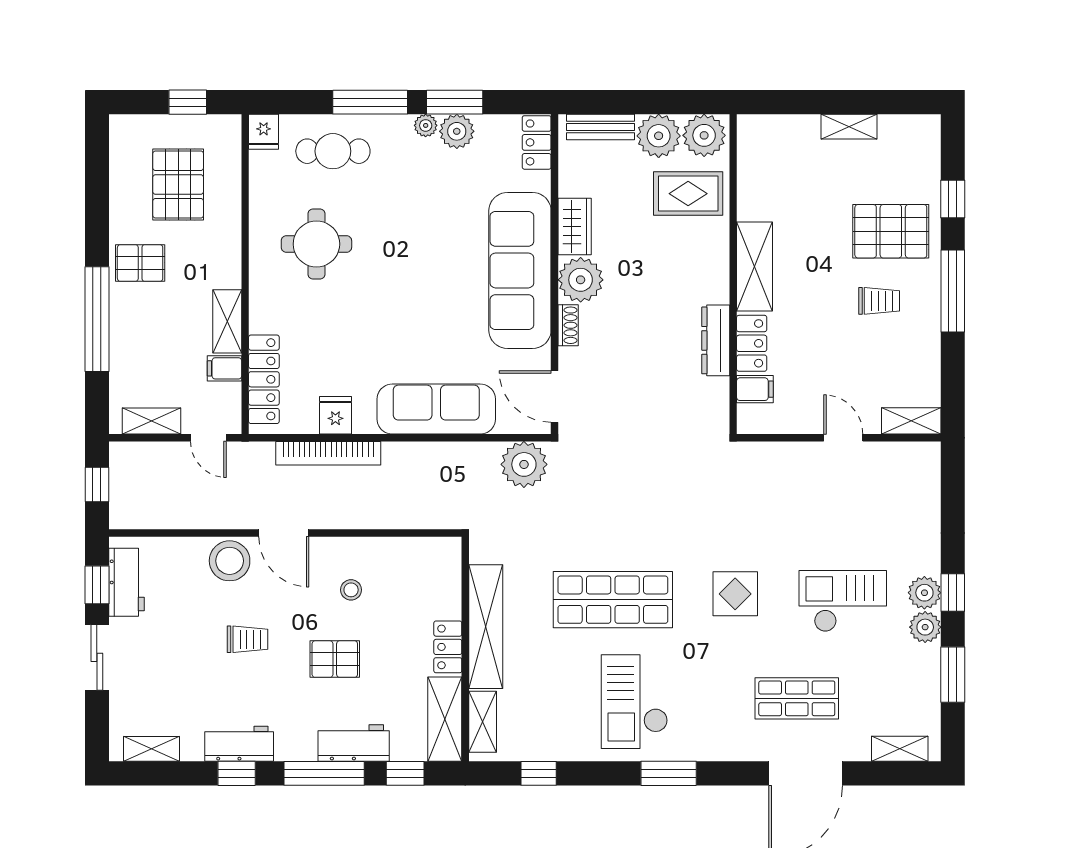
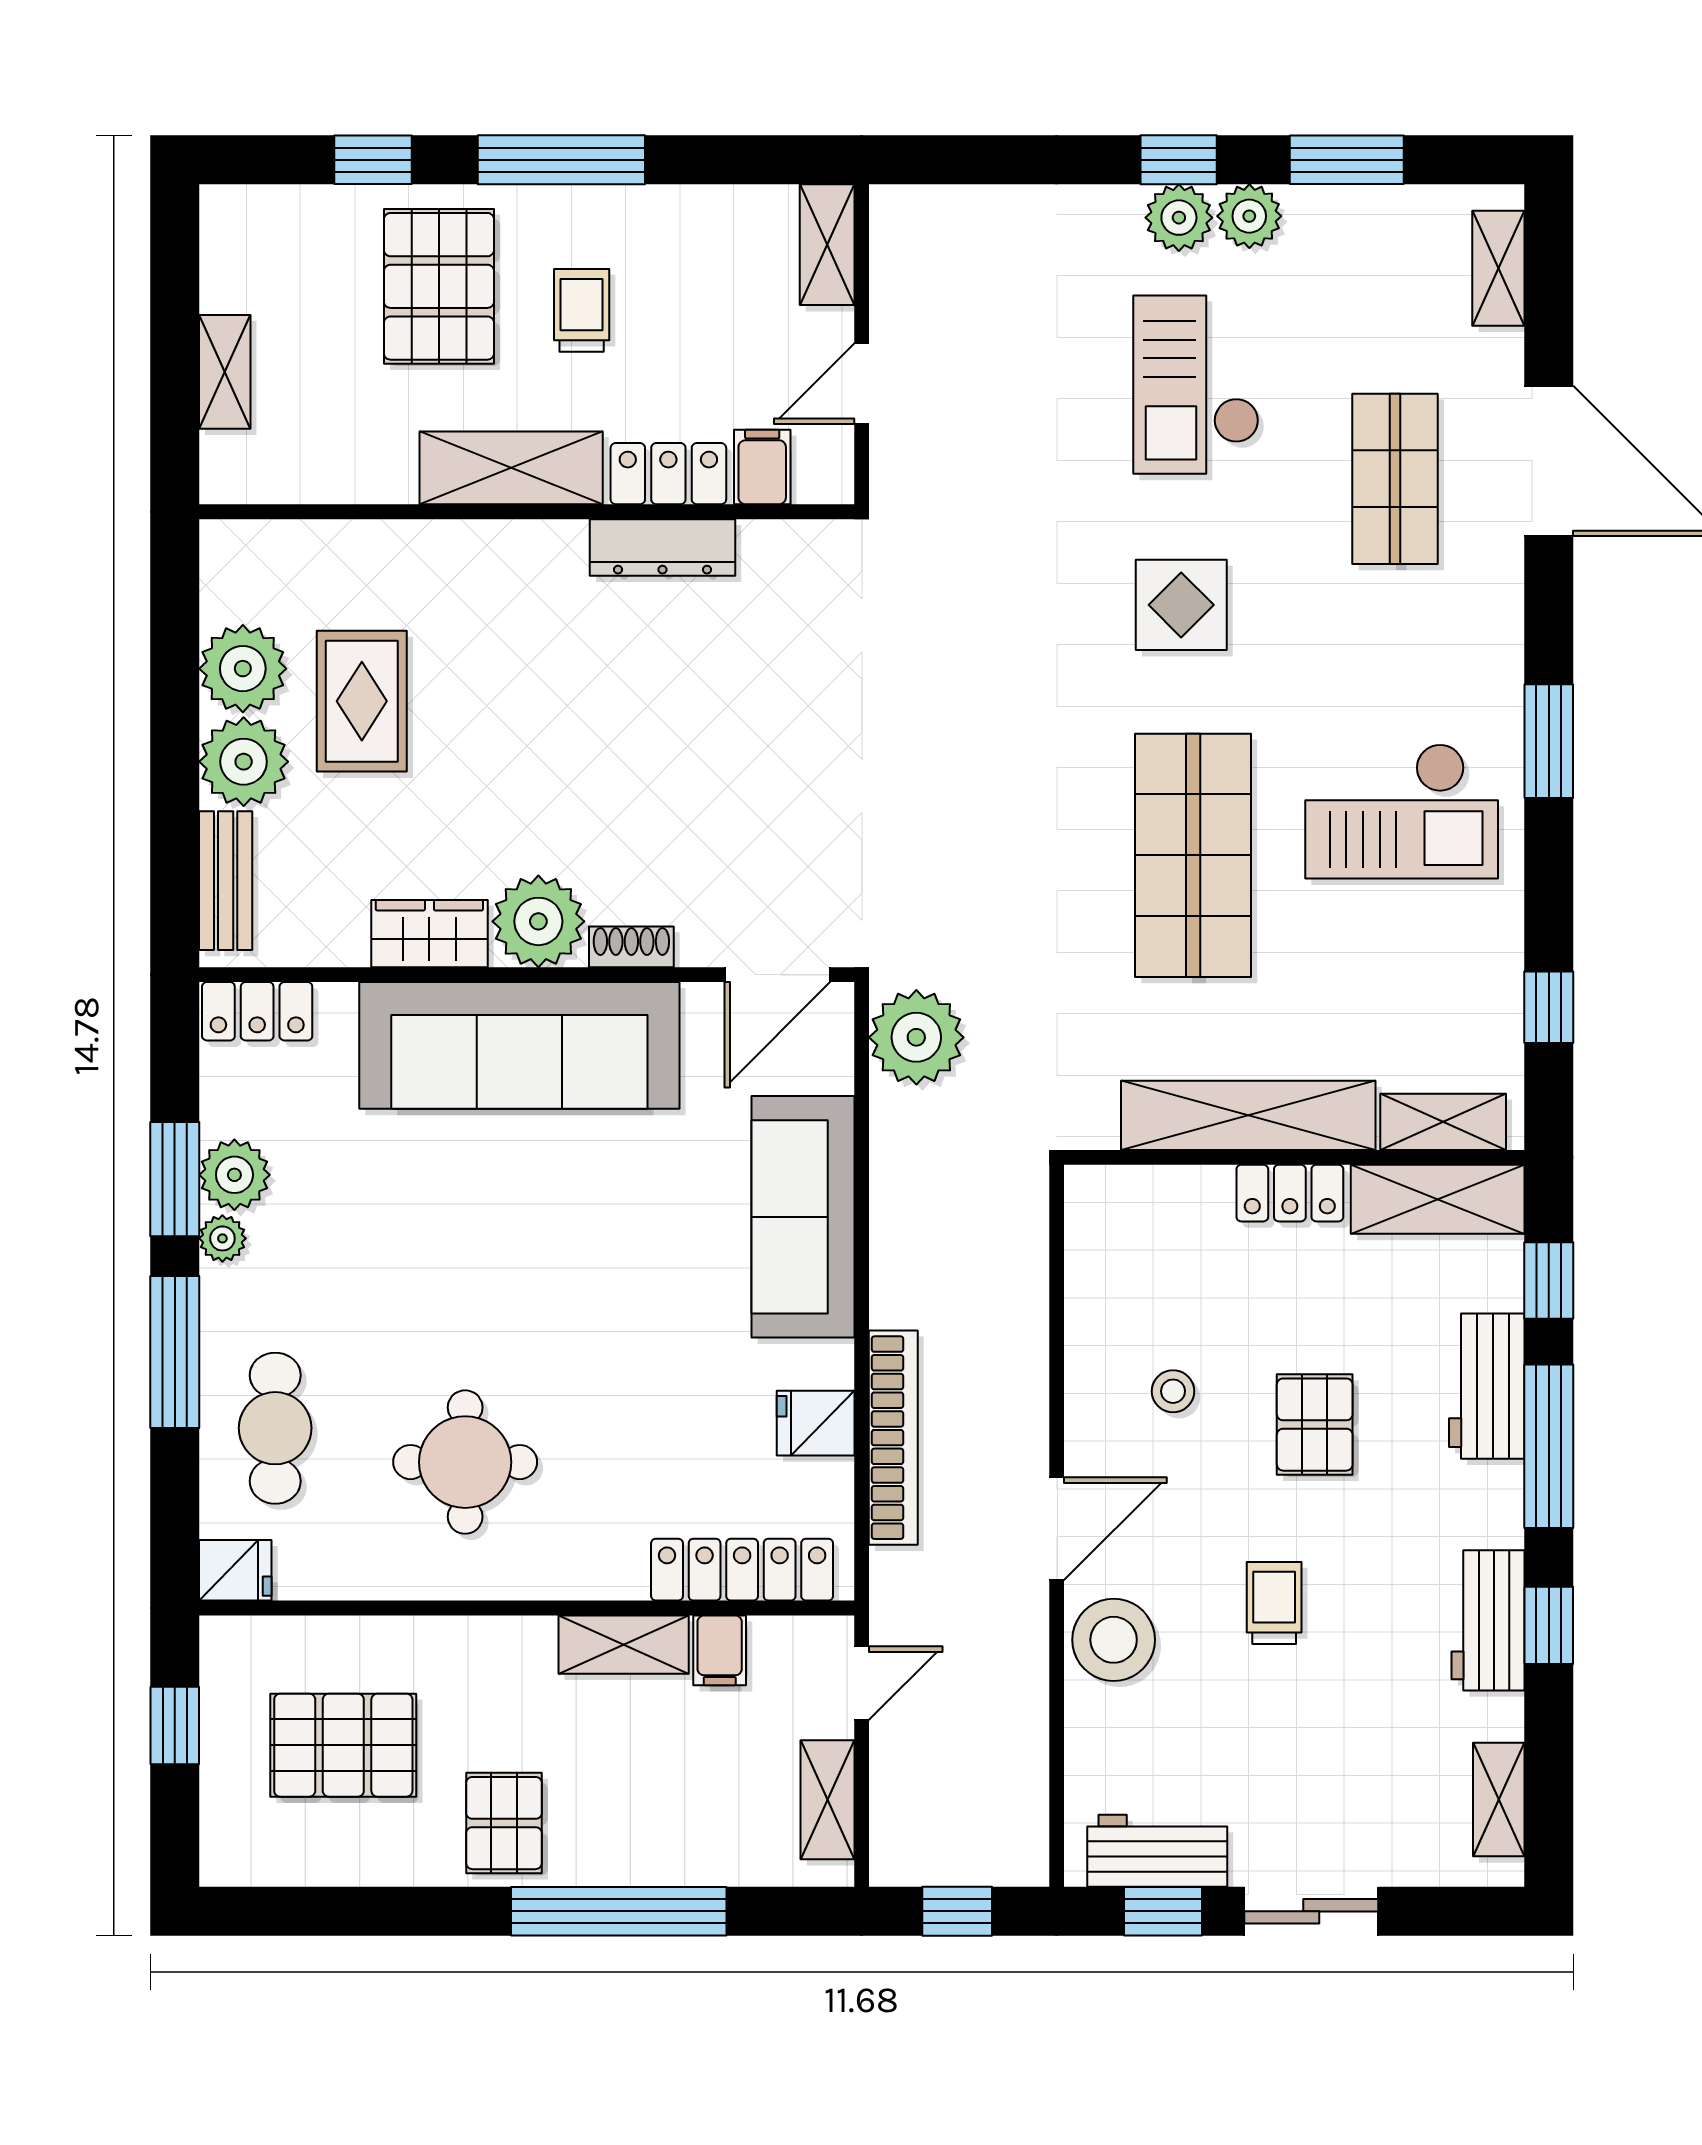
shelving: (755, 267) -> (511, 468), moved
wall: (733, 274) -> (527, 512), moved
dresser: (716, 340) -> (662, 547), moved
locker: (752, 343) -> (668, 474), moved
filing cabinet: (755, 389) -> (762, 467), moved

